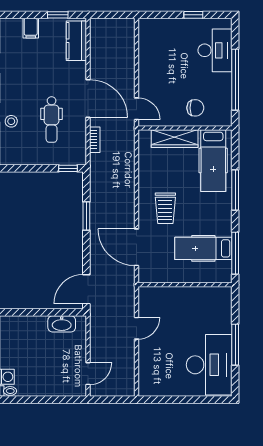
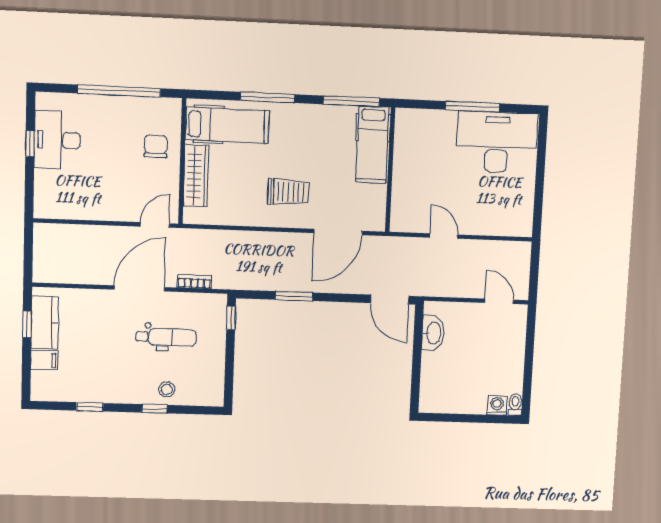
kitchen counter: (76, 41) -> (45, 323), moved, turned -90
desk: (215, 50) -> (57, 140), moved, turned -90
hospital bed: (203, 248) -> (372, 145), moved

